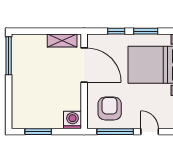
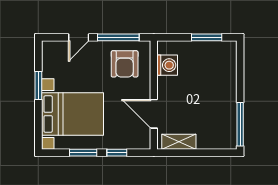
door: (84, 65) -> (154, 114), width x0.73
washing machine: (72, 120) -> (167, 65), moved, turned -90
door: (150, 132) -> (79, 37), hinge flipped

